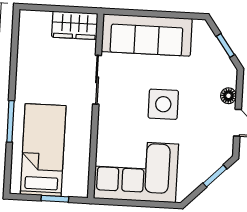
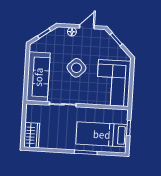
wardrobe: (75, 25) -> (32, 135), moved
side table: (163, 104) -> (76, 68), turned 45

